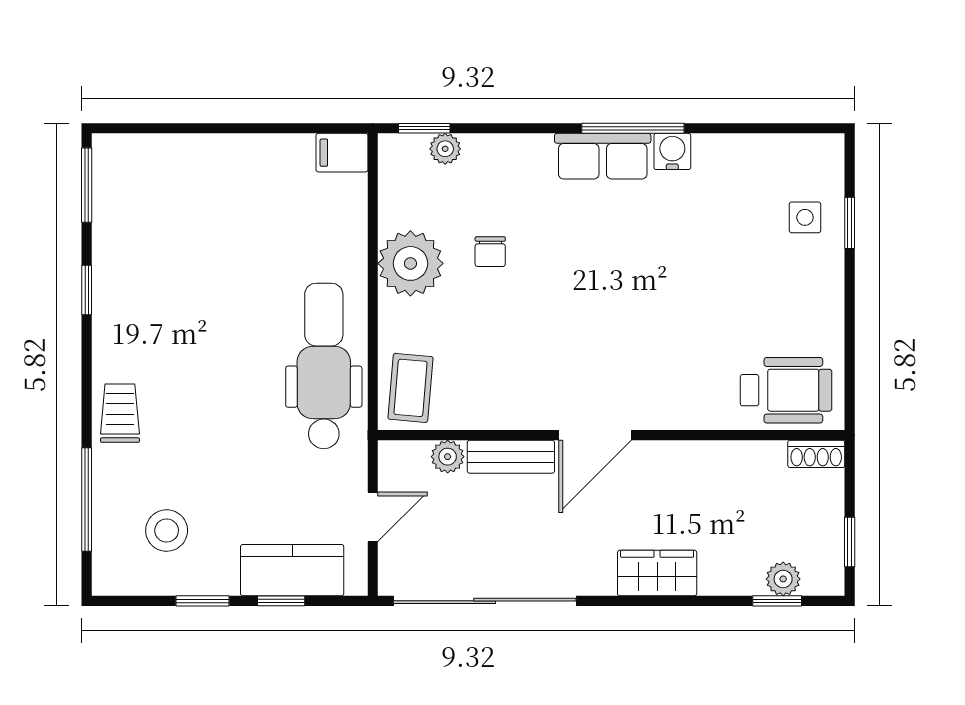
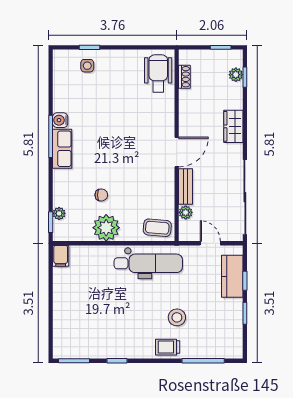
dental chair: (324, 366) -> (148, 263), turned 180
door: (595, 435) -> (177, 152), hinge flipped
shoe rack: (816, 454) -> (184, 77), moved
stool: (167, 531) -> (177, 317), moved

